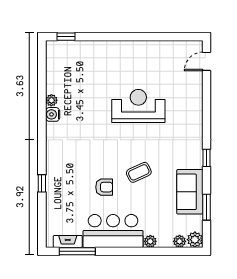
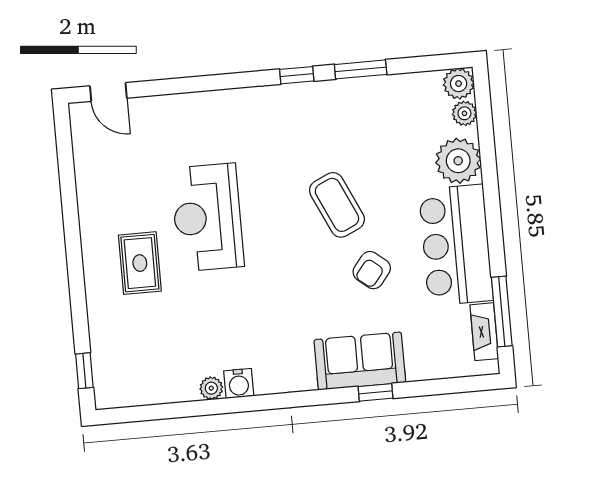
rug: (118, 70) -> (140, 263), added
coffee table: (139, 172) -> (337, 205), width x1.36, depth x1.30
armchair: (104, 187) -> (372, 270), turned -141
sofa: (190, 192) -> (360, 361), moved, turned 180
window: (207, 207) -> (361, 69), moved
plant: (150, 241) -> (458, 161), width x1.88, depth x1.88

